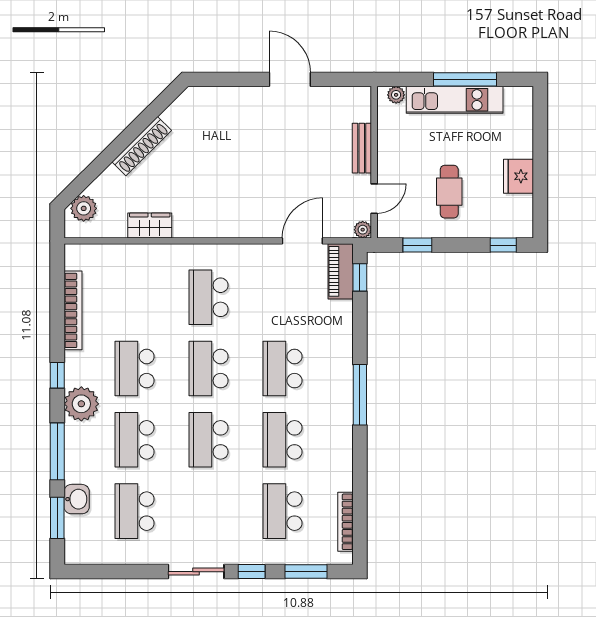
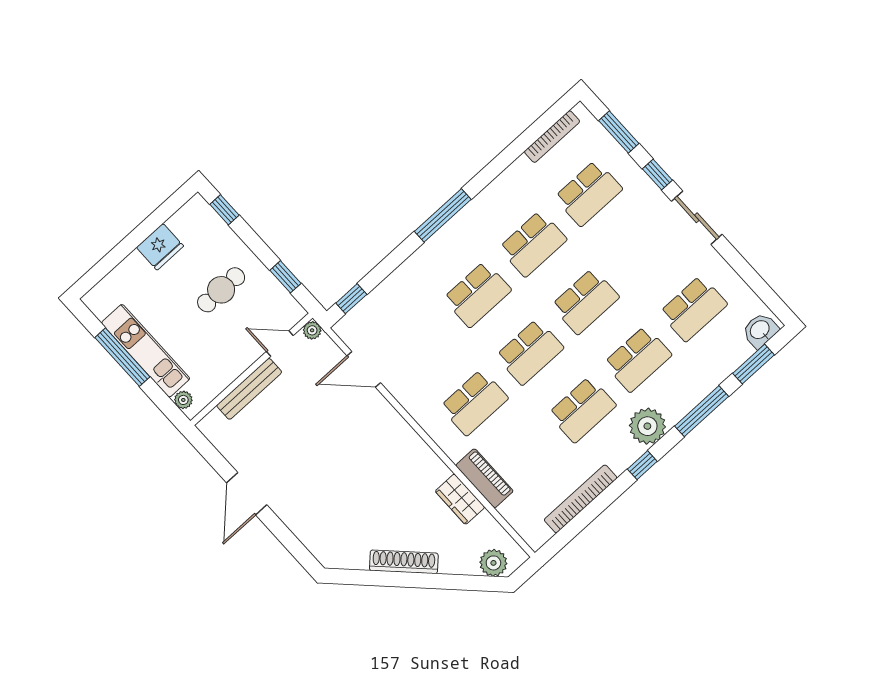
bench: (362, 148) -> (249, 389), width x1.36
piano: (341, 271) -> (484, 478), moved, turned -90
washbasin: (77, 499) -> (760, 330), moved

